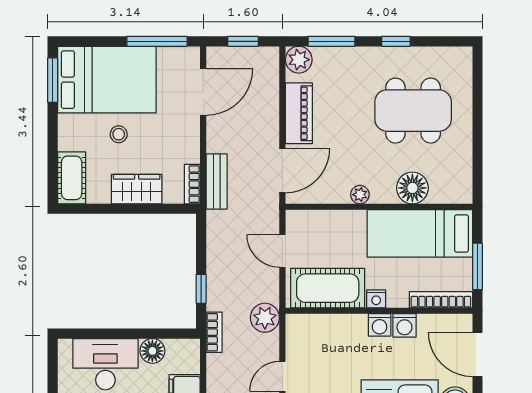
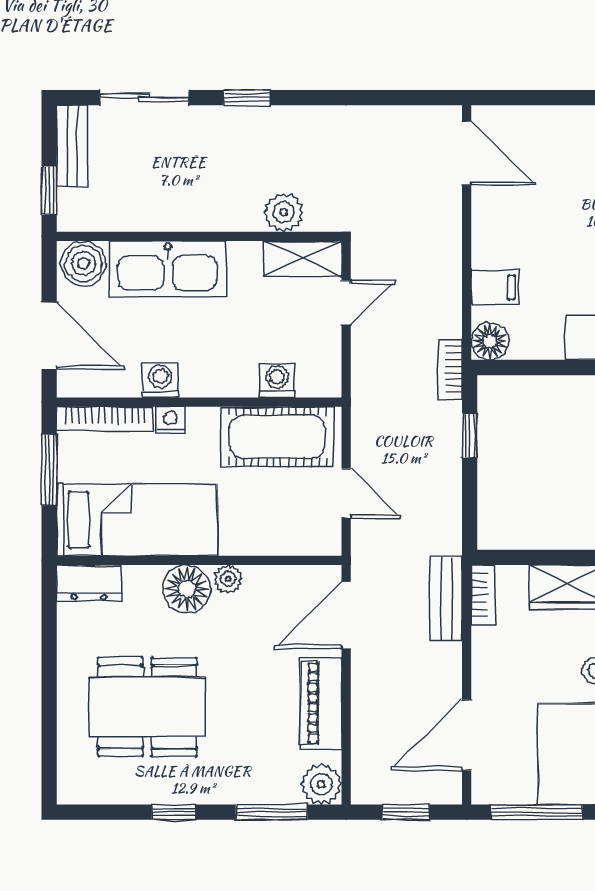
floor lamp: (412, 188) -> (187, 589), moved
dresser: (451, 192) -> (89, 583), added
nightstand: (376, 299) -> (170, 420), moved
plant: (265, 318) -> (373, 392), removed
washing machine: (380, 325) -> (277, 381), moved
floor lamp: (152, 351) -> (490, 341), moved

